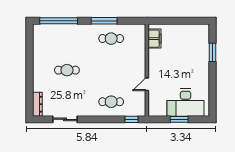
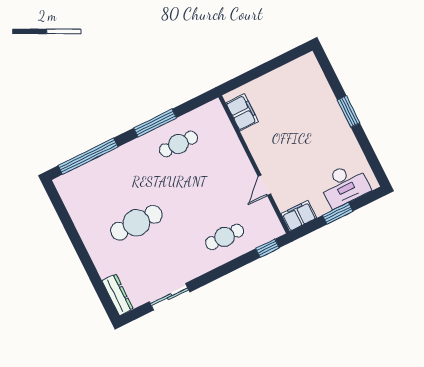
window: (213, 52) -> (349, 111), moved
cafe table: (67, 70) -> (136, 223), width x1.37, depth x1.35
desk: (186, 103) -> (344, 185), width x0.73, depth x0.77
filing cabinet: (157, 110) -> (299, 216), added

